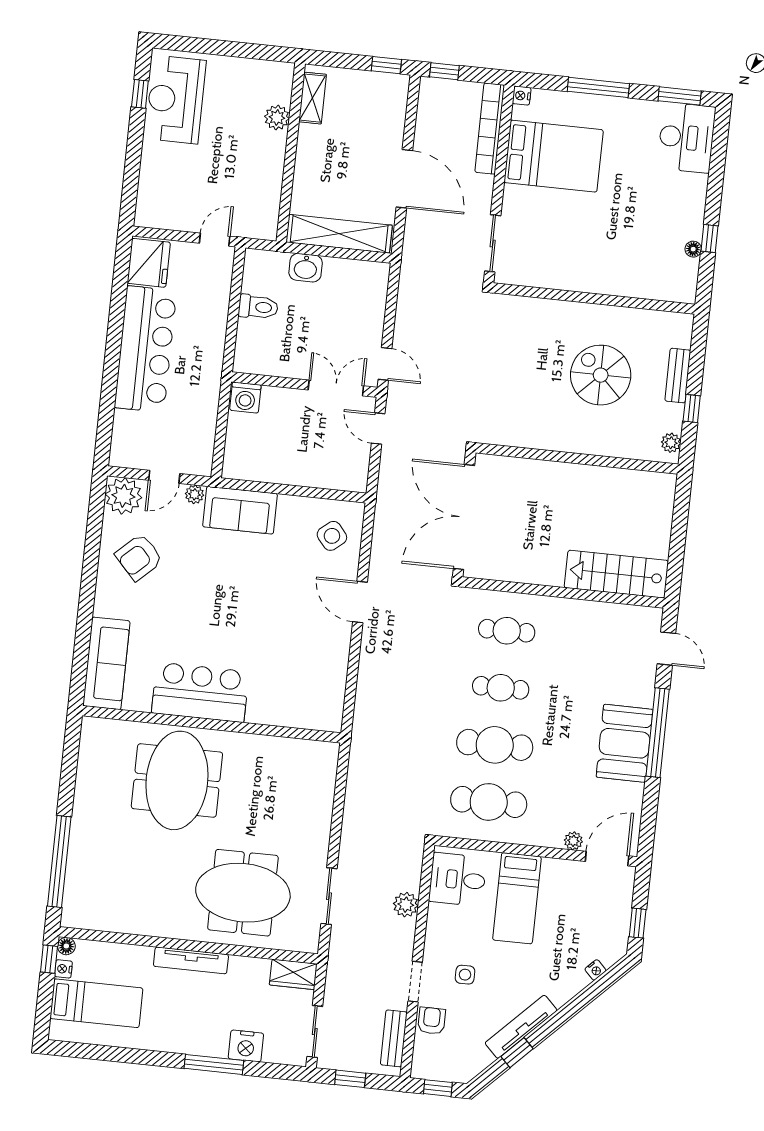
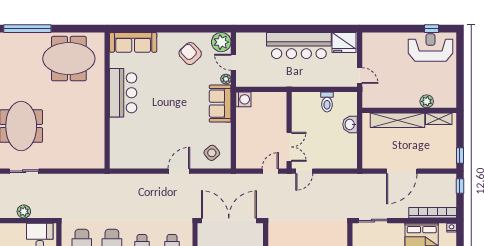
shelving: (339, 234) -> (398, 120), moved, turned 90
washing machine: (245, 398) -> (243, 99), moved, turned 180
meeting table: (177, 780) -> (69, 59), moved

